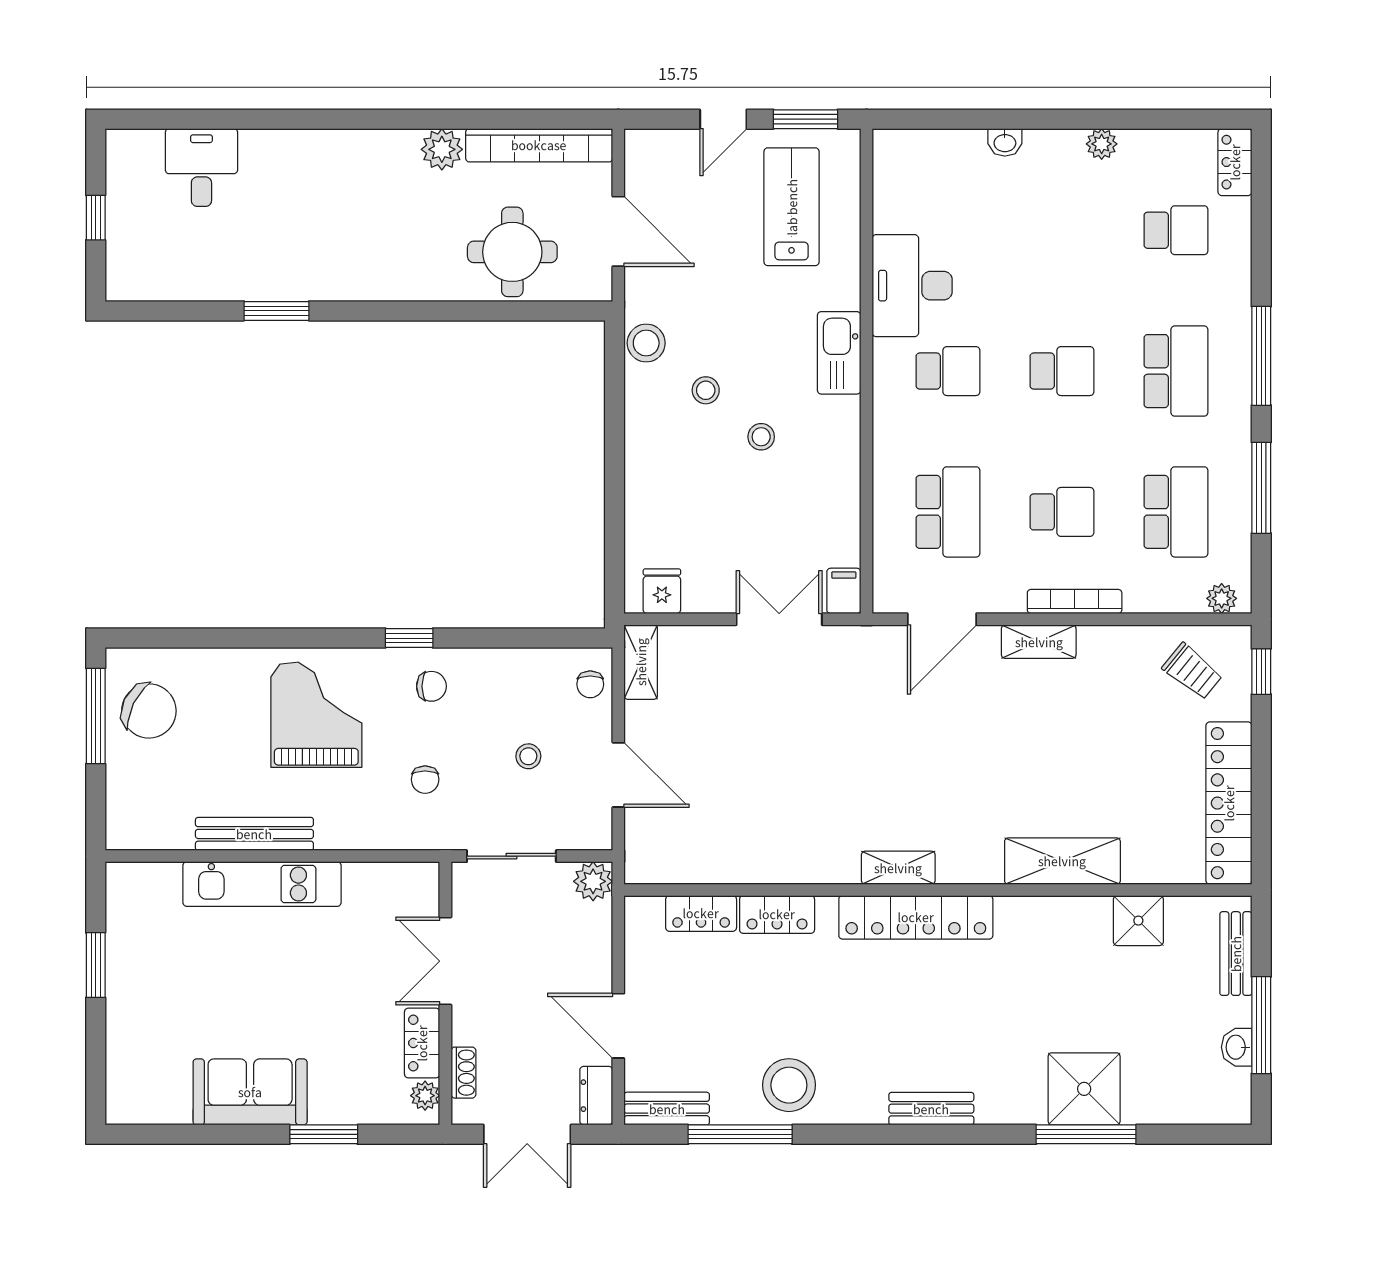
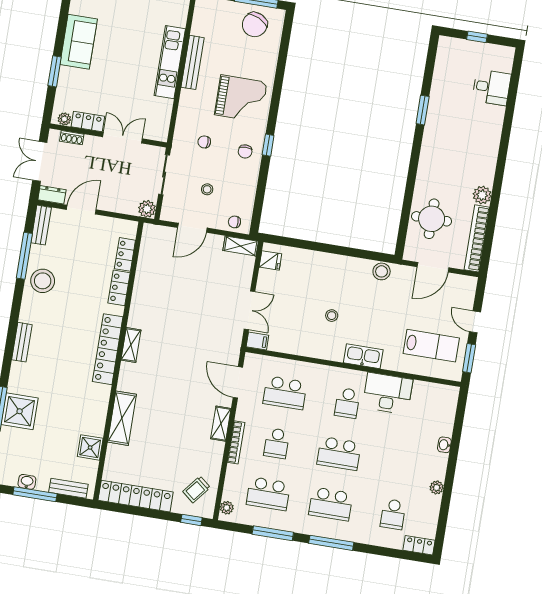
school desk: (1062, 371) -> (339, 454), width x1.85
stool: (706, 390) -> (356, 294), removed

